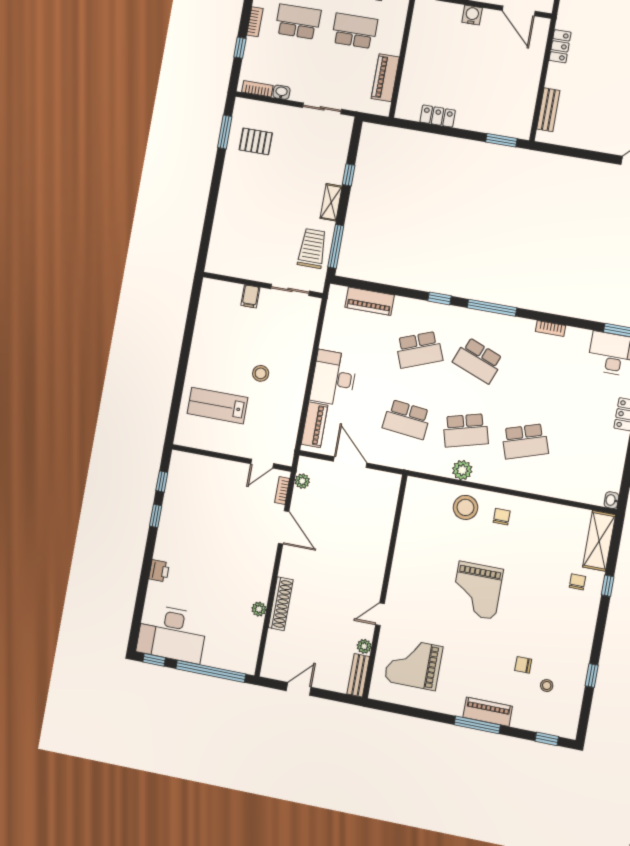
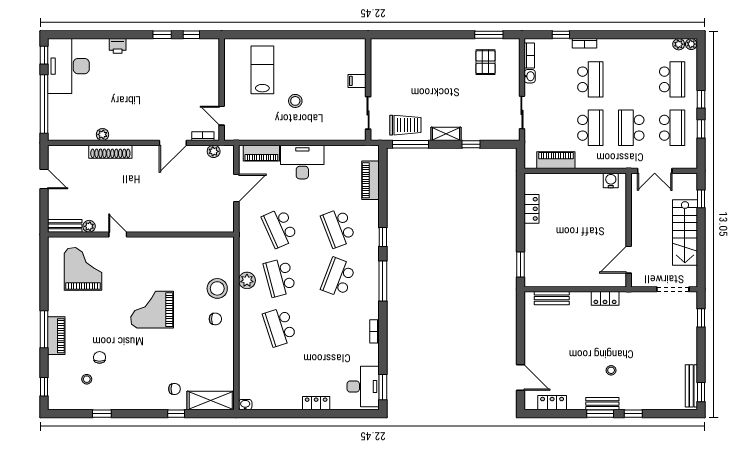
water cooler: (472, 15) -> (611, 180), moved, turned -90
school desk: (407, 419) -> (280, 228), turned -30

